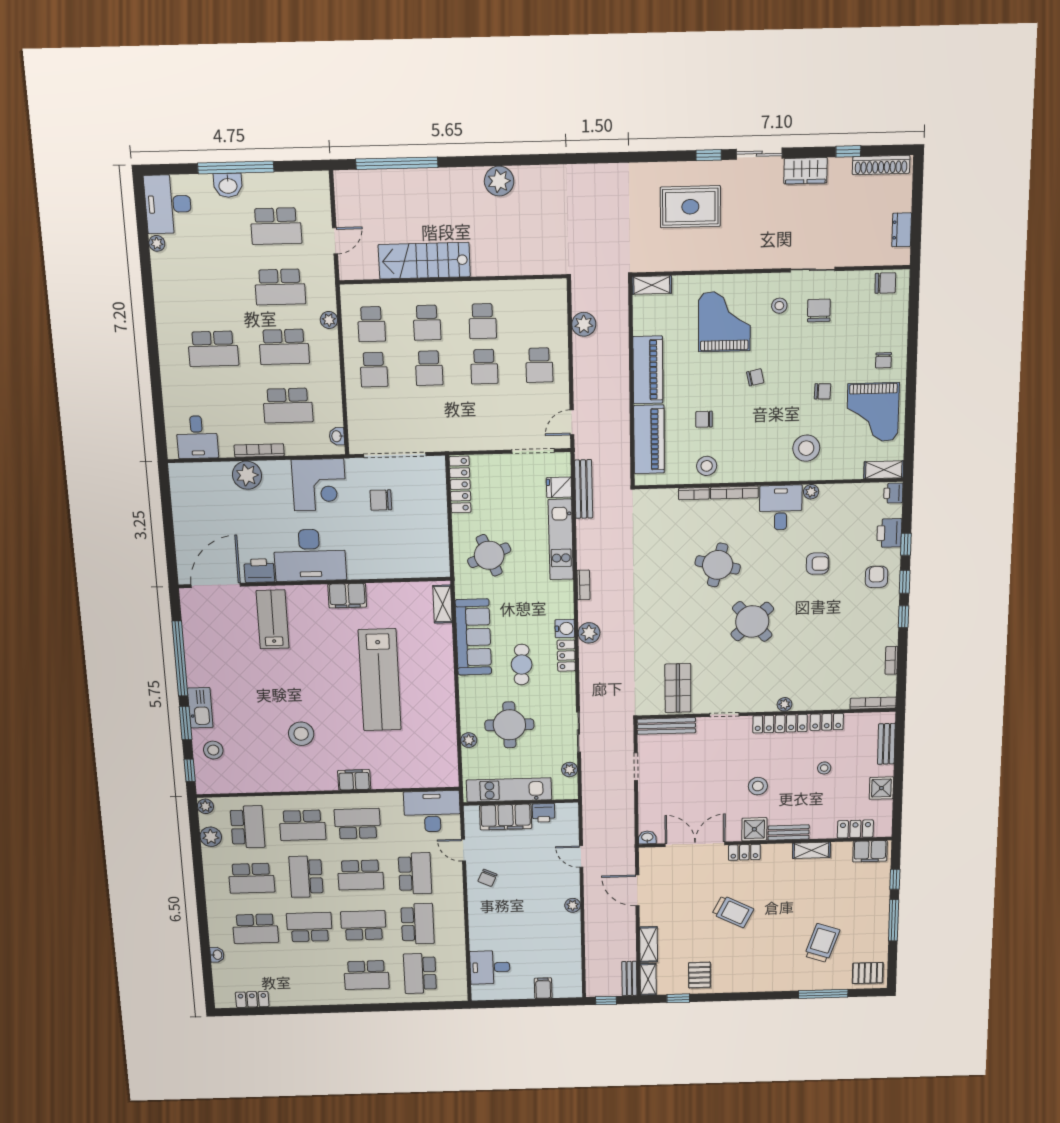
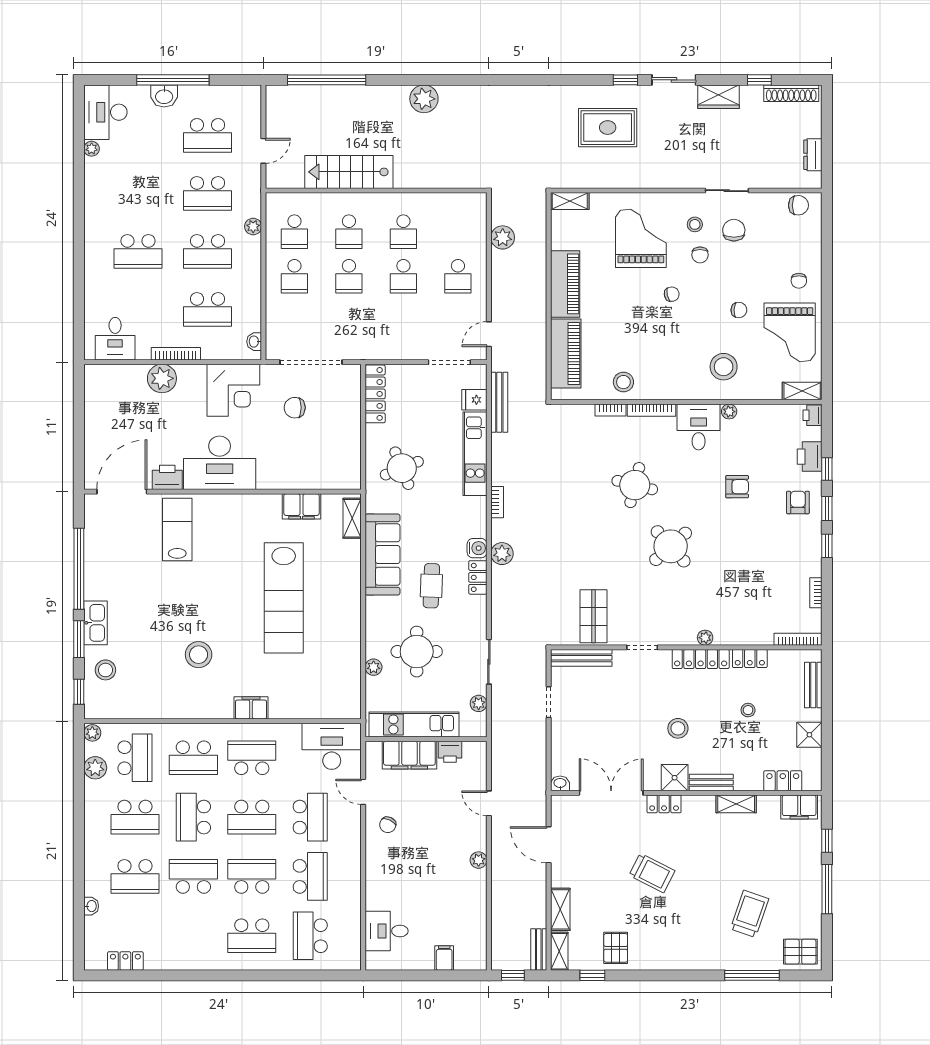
chair: (704, 419) -> (700, 255), moved, turned -90
filing cabinet: (347, 596) -> (301, 506), moved

